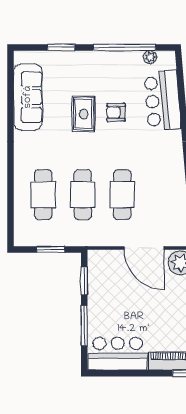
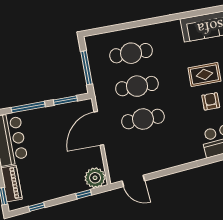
door: (144, 248) -> (99, 128), moved
window: (51, 250) -> (86, 68), width x1.44

